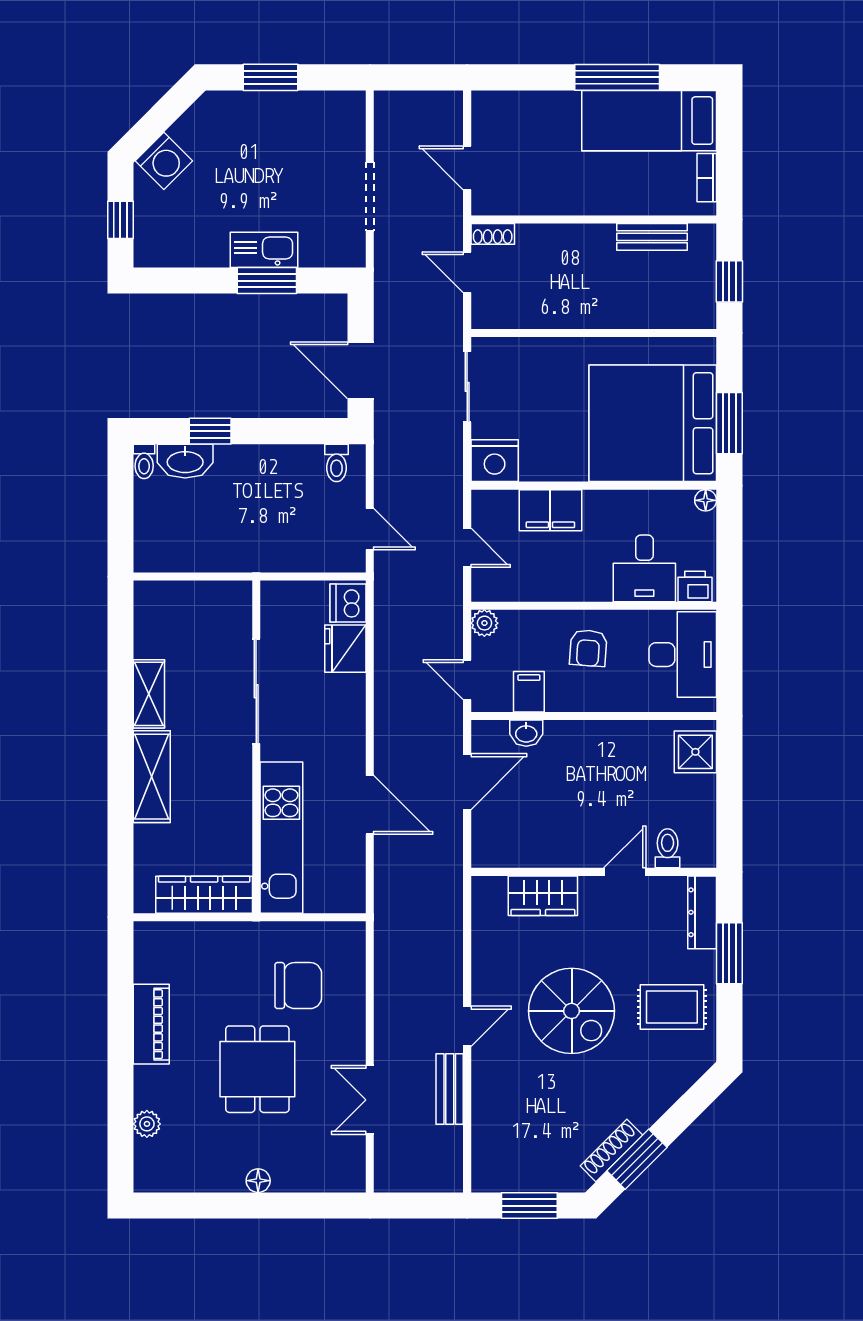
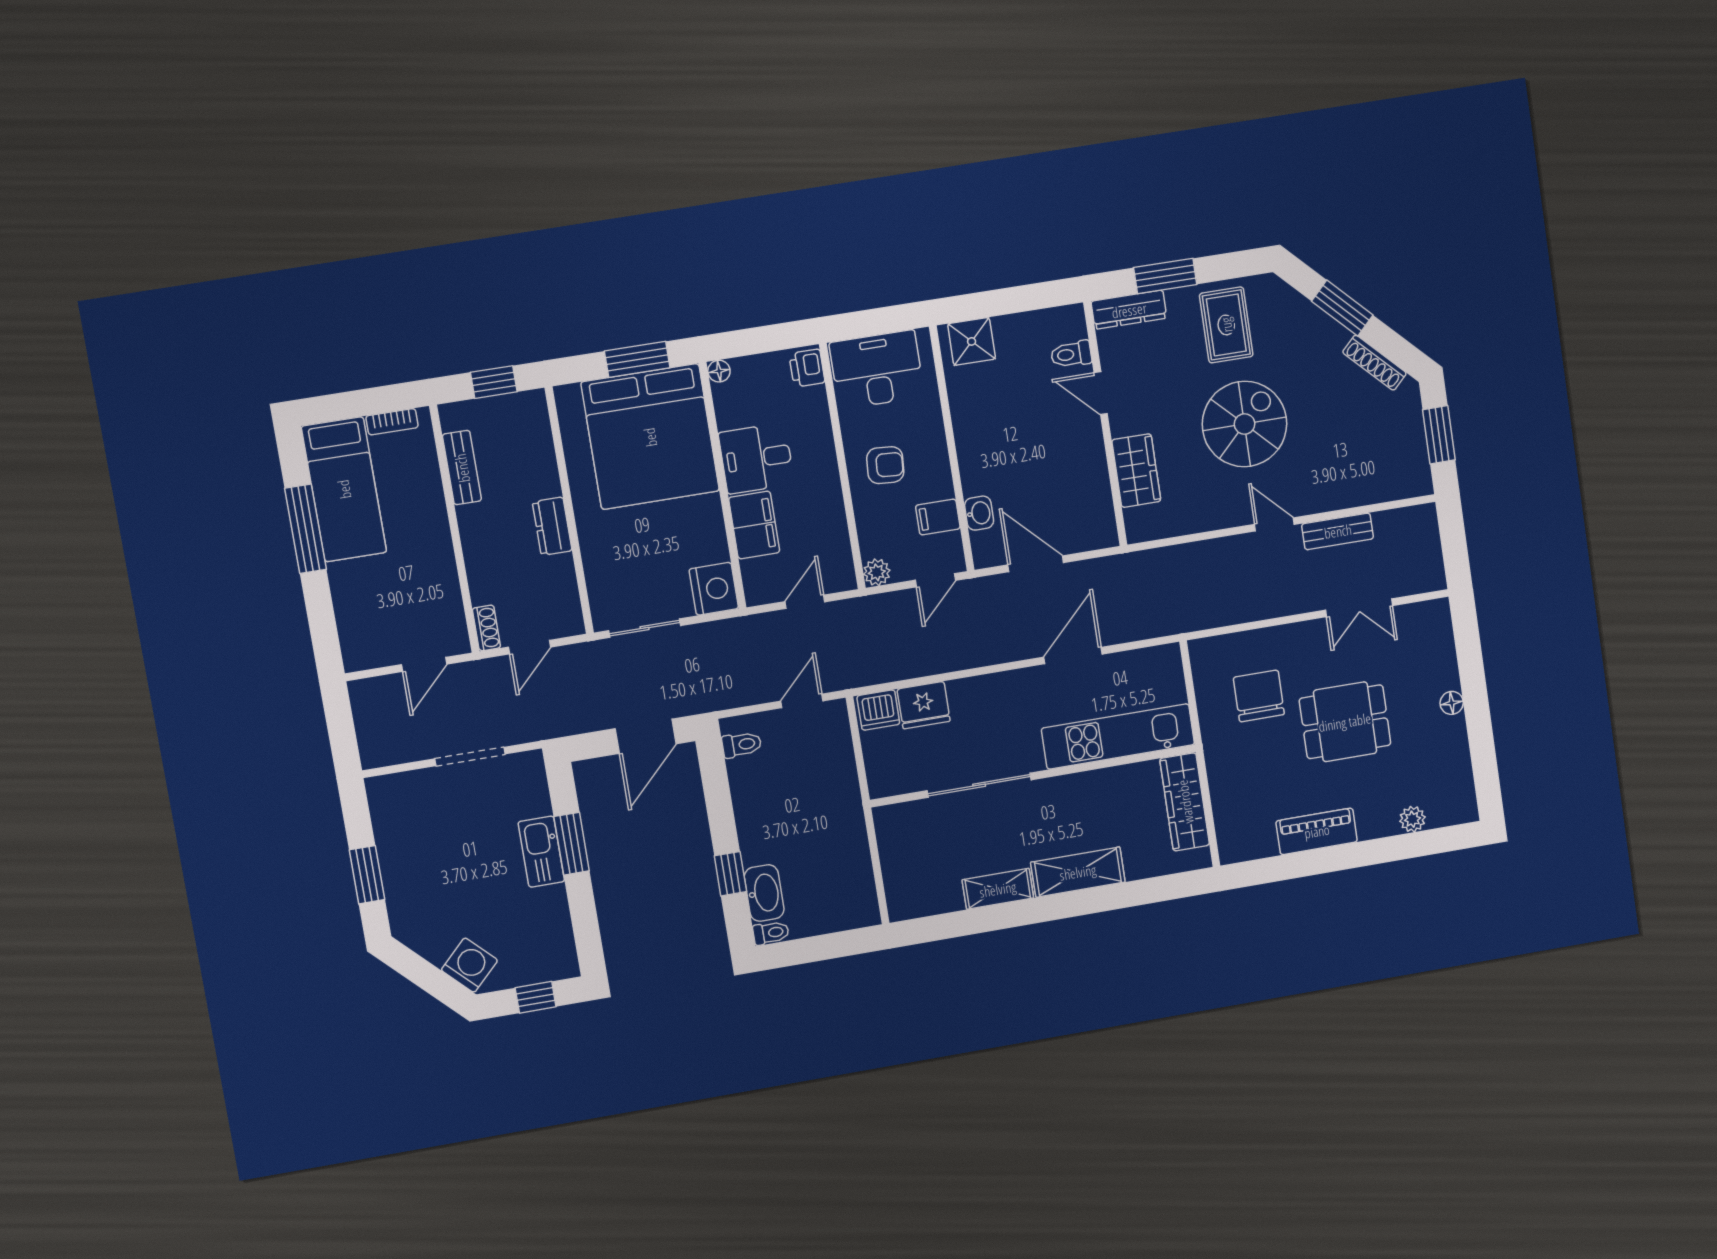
dresser: (581, 314) -> (552, 526), added
desk: (644, 568) -> (756, 458), moved, turned 180
window: (637, 1159) -> (1342, 308), moved

